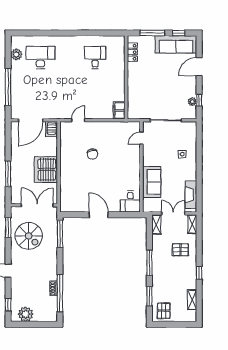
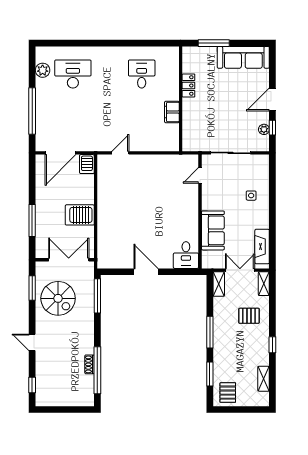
window: (179, 33) -> (247, 43), removed
locker: (132, 52) -> (188, 85), moved
door: (199, 67) -> (272, 99), moved
filing cabinet: (119, 110) -> (172, 112), moved
chair: (92, 154) -> (138, 195), removed
server rack: (46, 170) -> (80, 215), width x0.63
plant: (26, 314) -> (54, 397), removed

